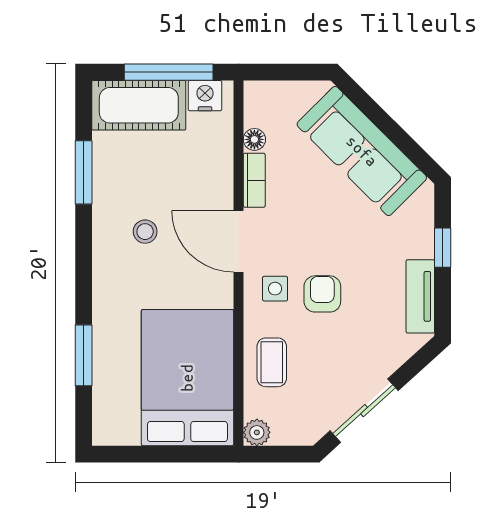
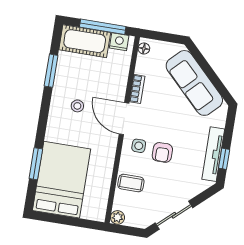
floor lamp: (254, 139) -> (144, 48), moved
window: (443, 248) -> (224, 159), moved
armchair: (322, 294) -> (162, 152), turned 180
tv unit: (420, 296) -> (213, 154), width x1.41
coffee table: (272, 362) -> (131, 183), turned 90
bed: (187, 378) -> (62, 180), moved

